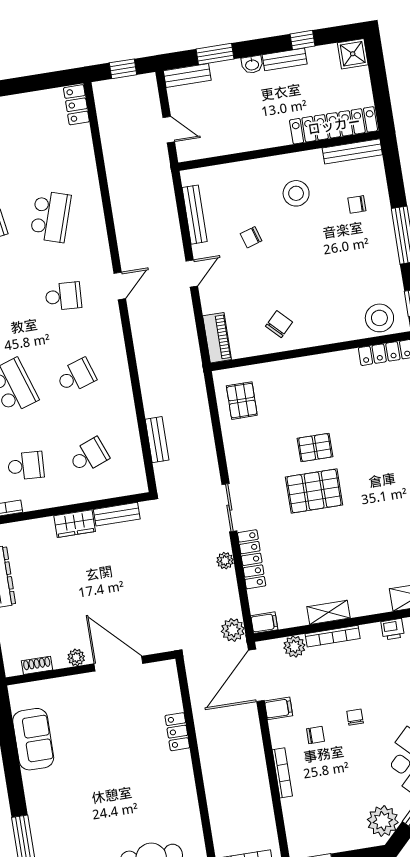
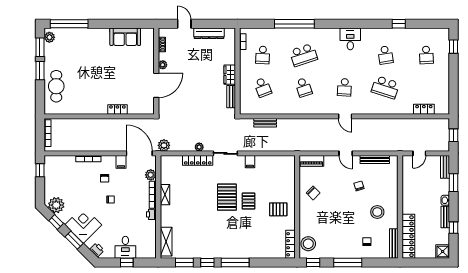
locker: (76, 105) -> (424, 109), moved
pallet: (242, 401) -> (278, 209), moved
filing cabinet: (264, 623) -> (250, 162), moved
printer: (393, 629) -> (151, 214), moved

